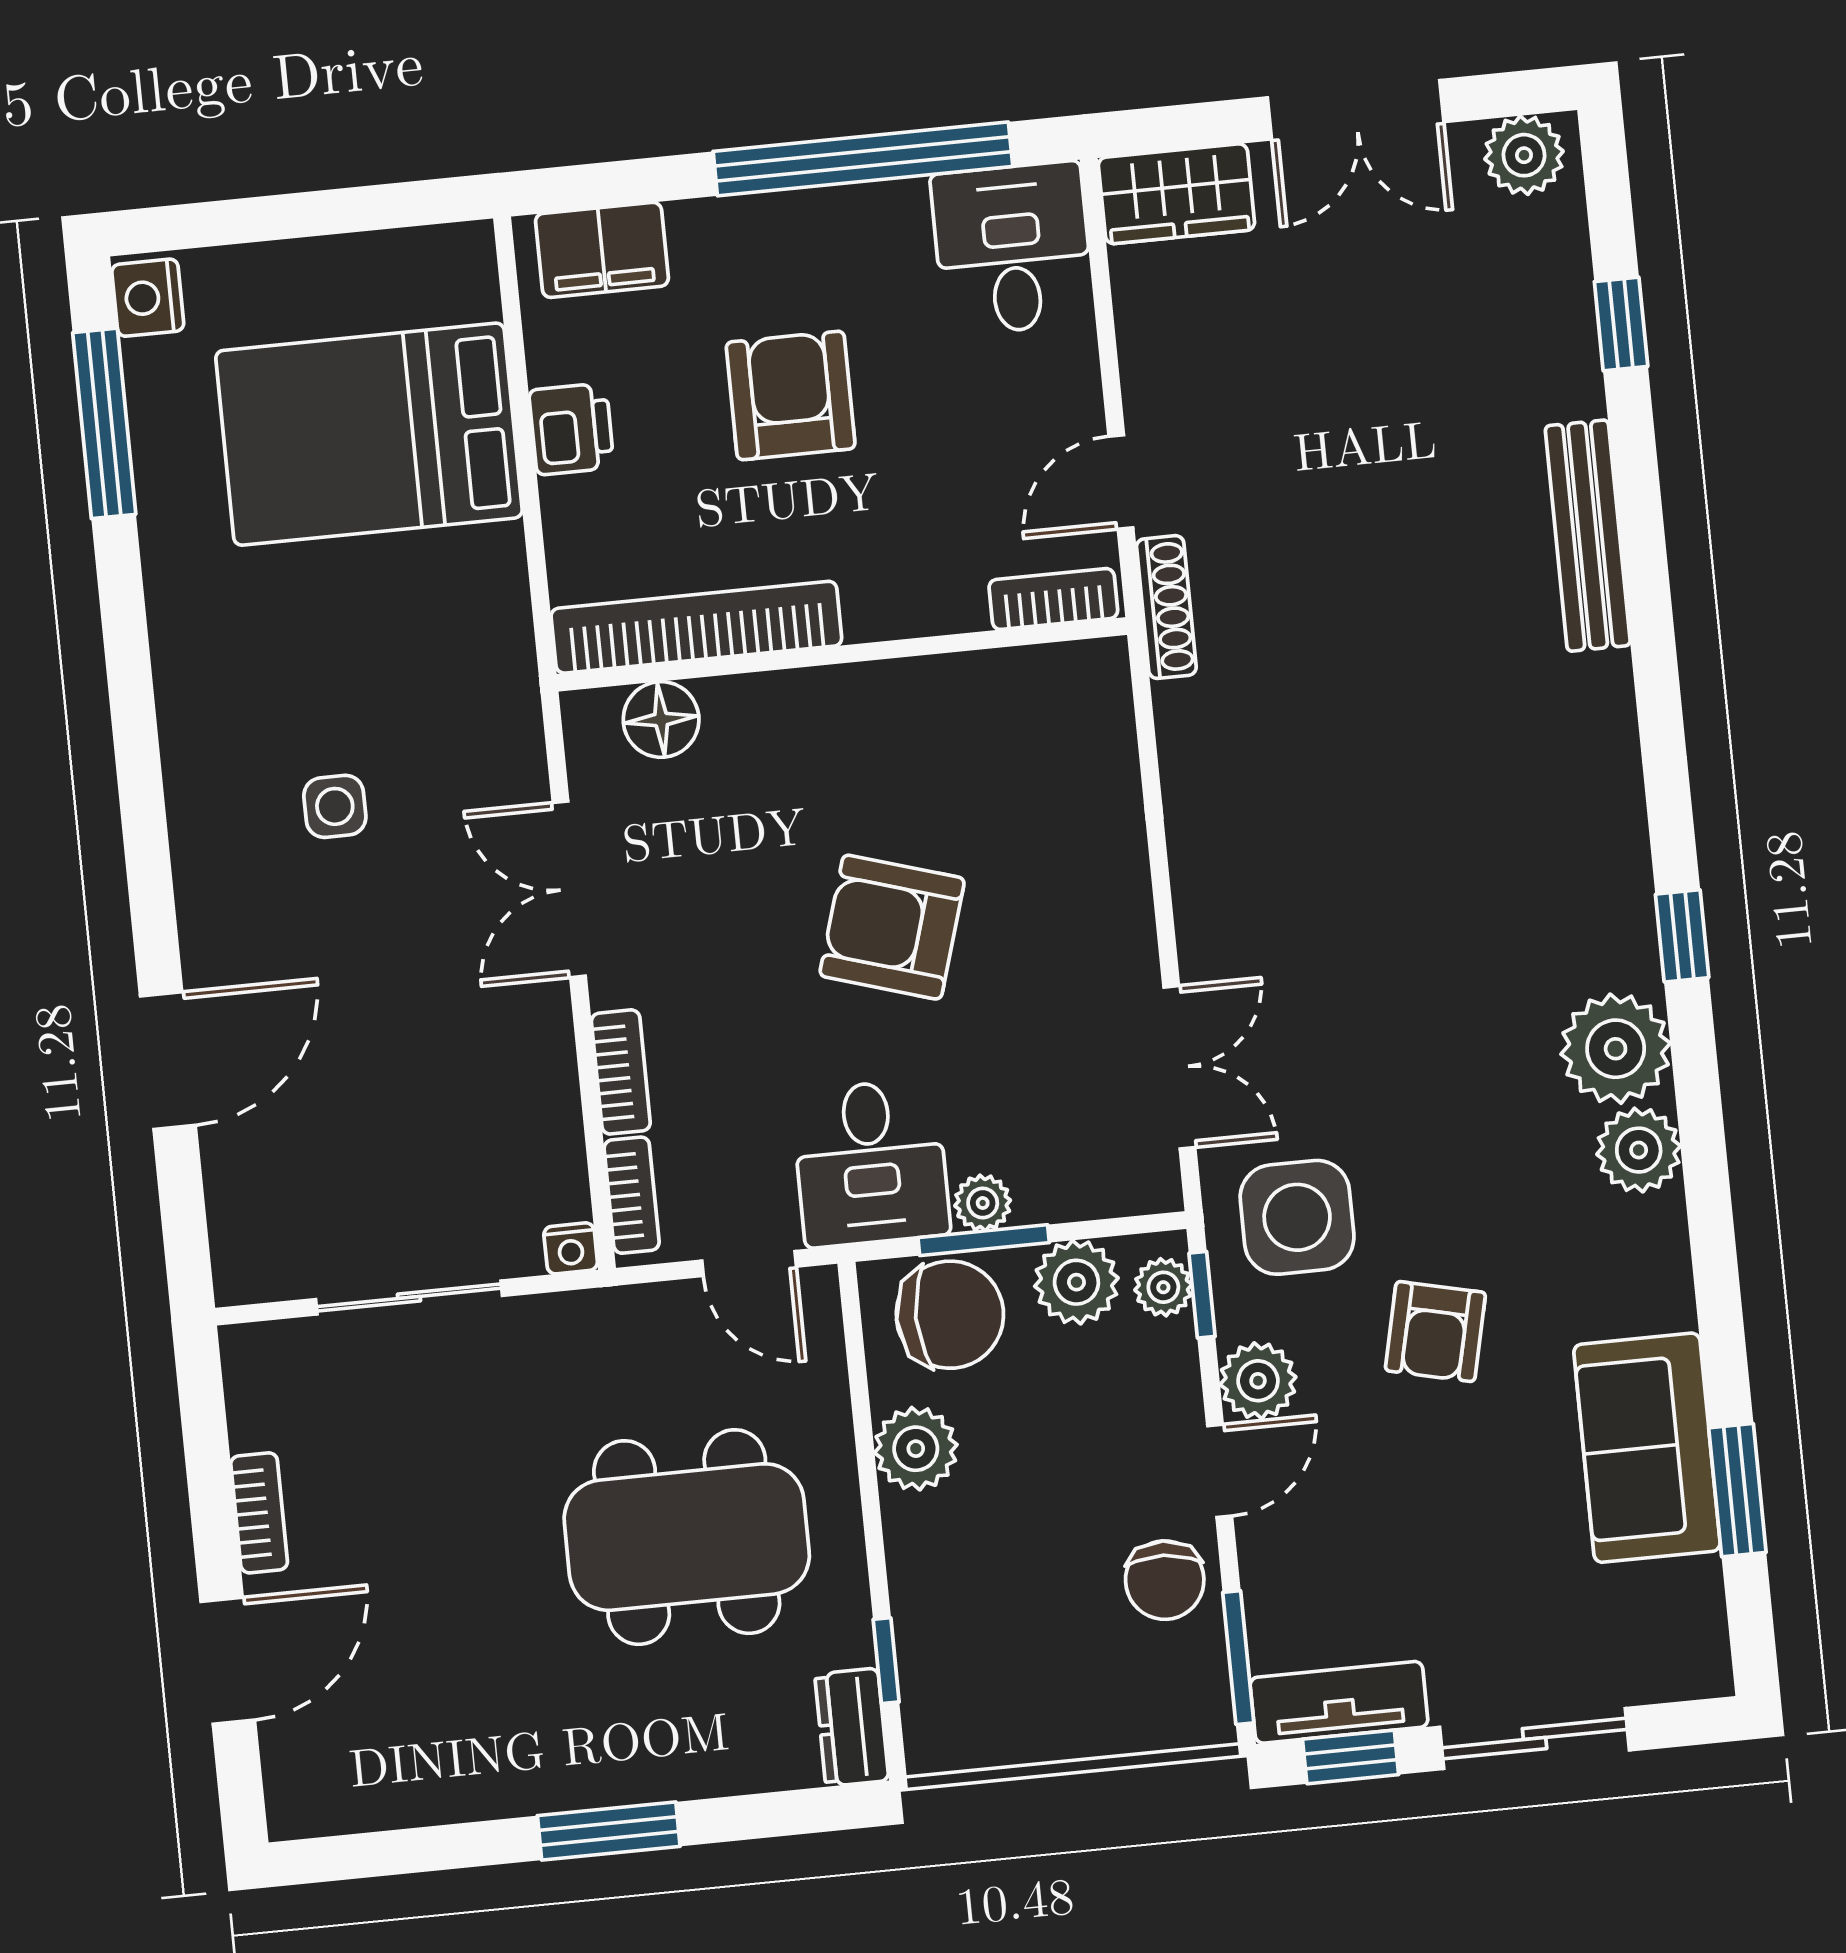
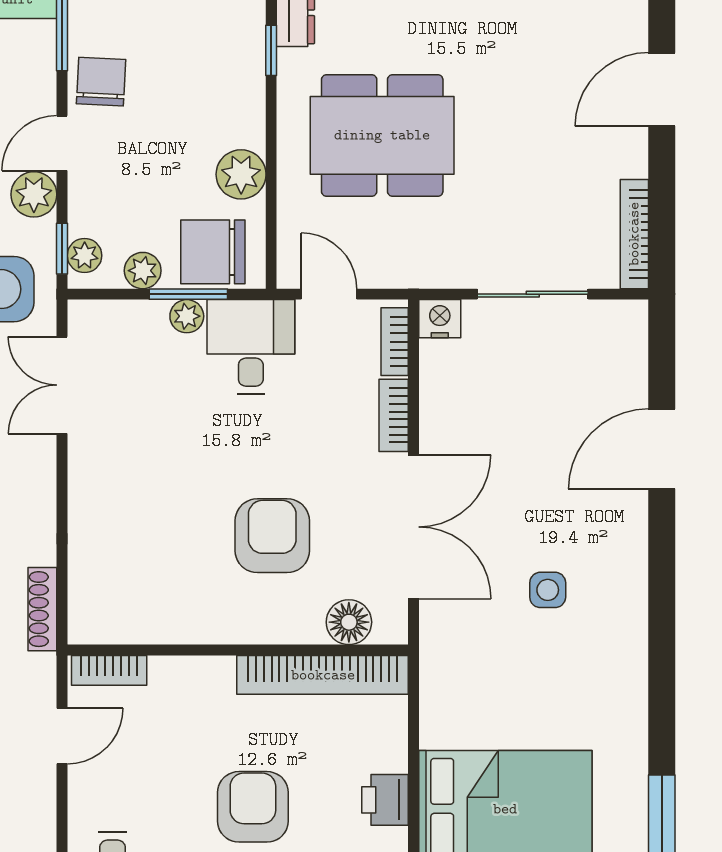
armchair: (791, 395) -> (253, 807), turned 180
shoe rack: (1166, 607) -> (42, 609), moved
double door: (569, 889) -> (414, 527), width x1.37
armchair: (892, 927) -> (272, 536), moved, turned -107
nightstand: (571, 1248) -> (440, 319), width x1.39, depth x1.35
plant: (1076, 1282) -> (143, 271), width x0.73, depth x0.73
bookcase: (259, 1513) -> (634, 234), moved, width x1.56

